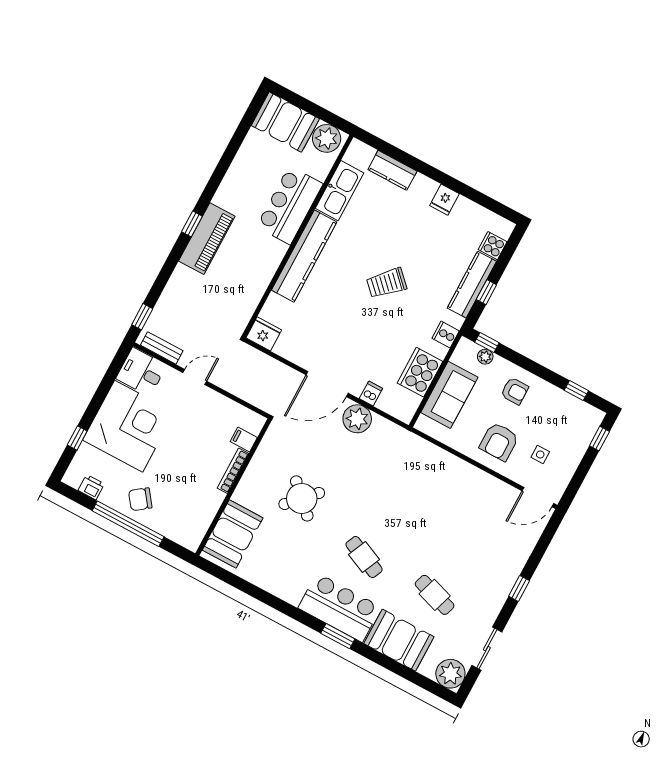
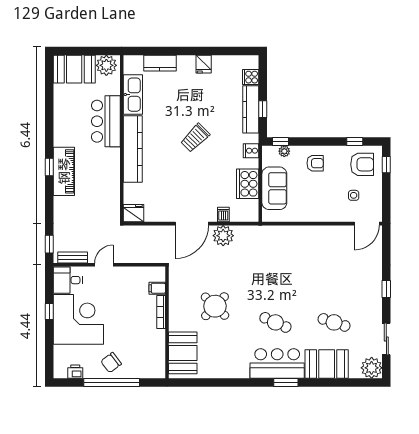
window: (77, 438) -> (49, 311), moved
armchair: (499, 442) -> (362, 164), moved, turned -90

